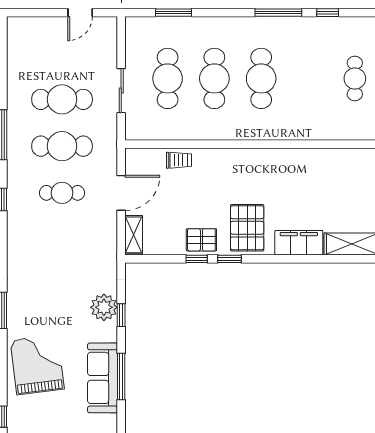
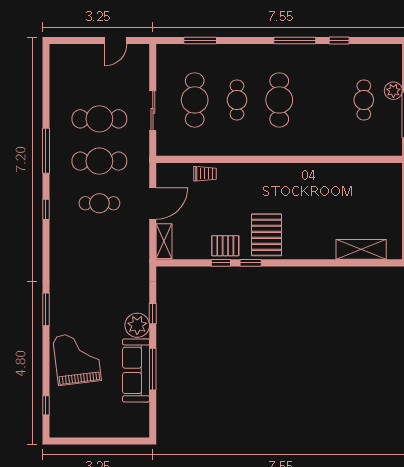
cafe table: (214, 78) -> (237, 100), width x0.73, depth x0.74
filing cabinet: (299, 243) -> (313, 248), removed
plant: (104, 307) -> (137, 325), moved

